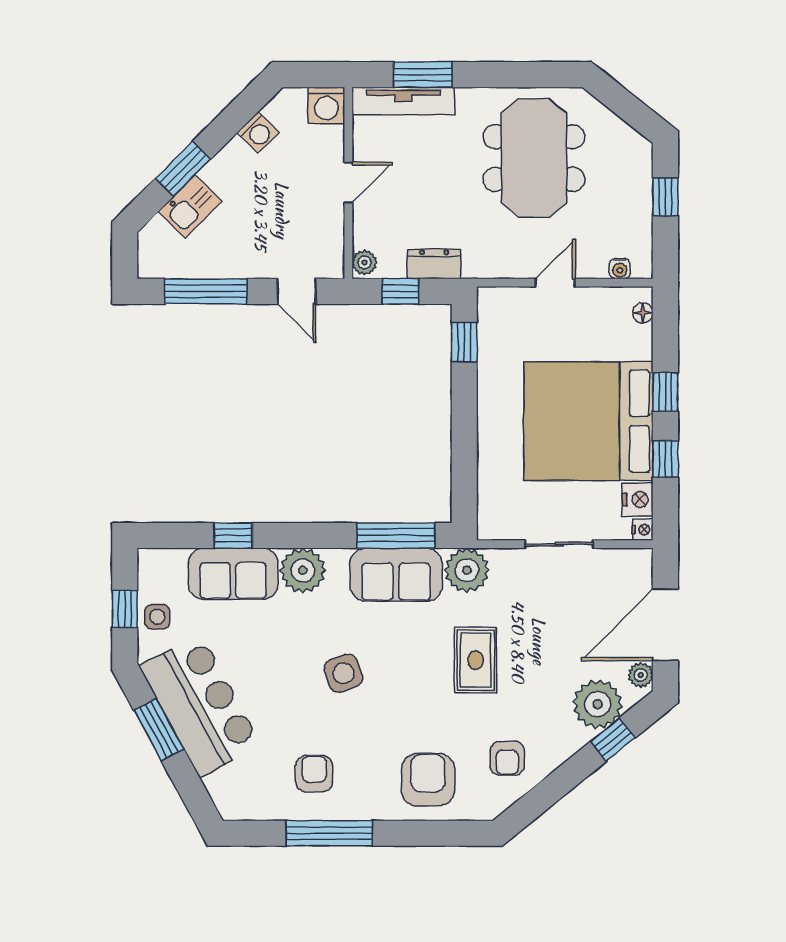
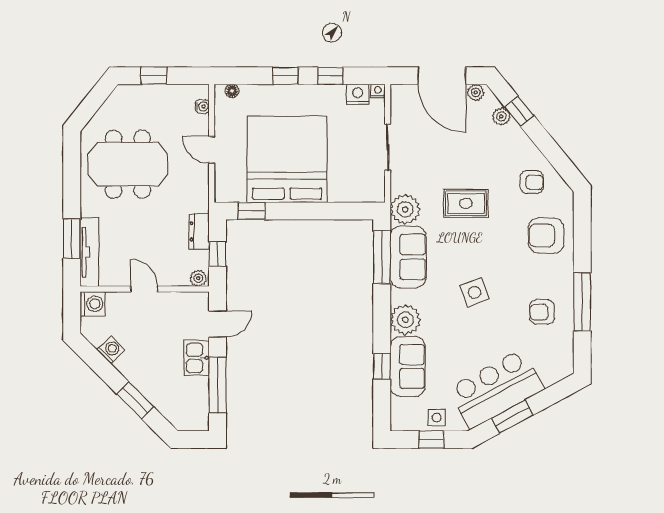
kitchen sink: (190, 206) -> (196, 358), moved, turned -135
bed: (588, 421) -> (287, 159), moved, turned 180
plant: (598, 704) -> (501, 116), width x0.53, depth x0.53

